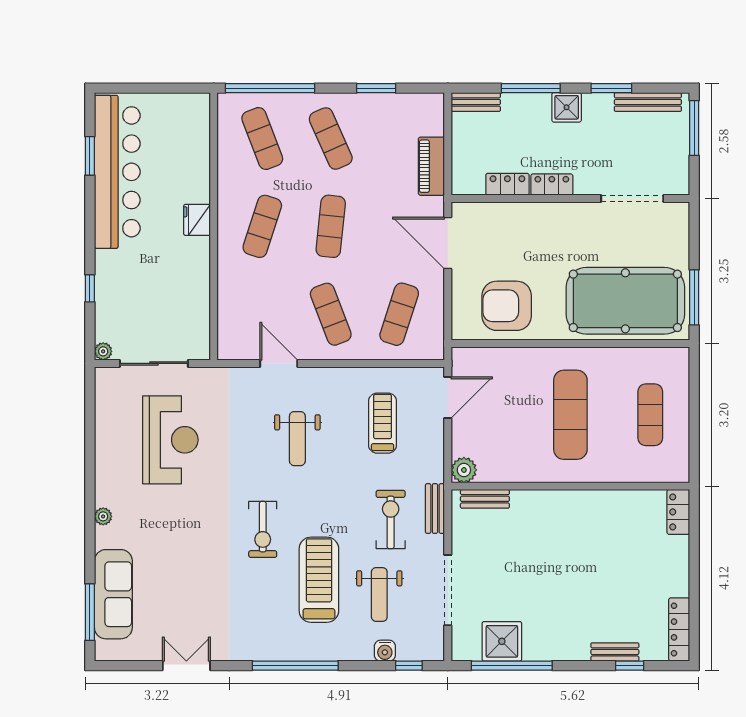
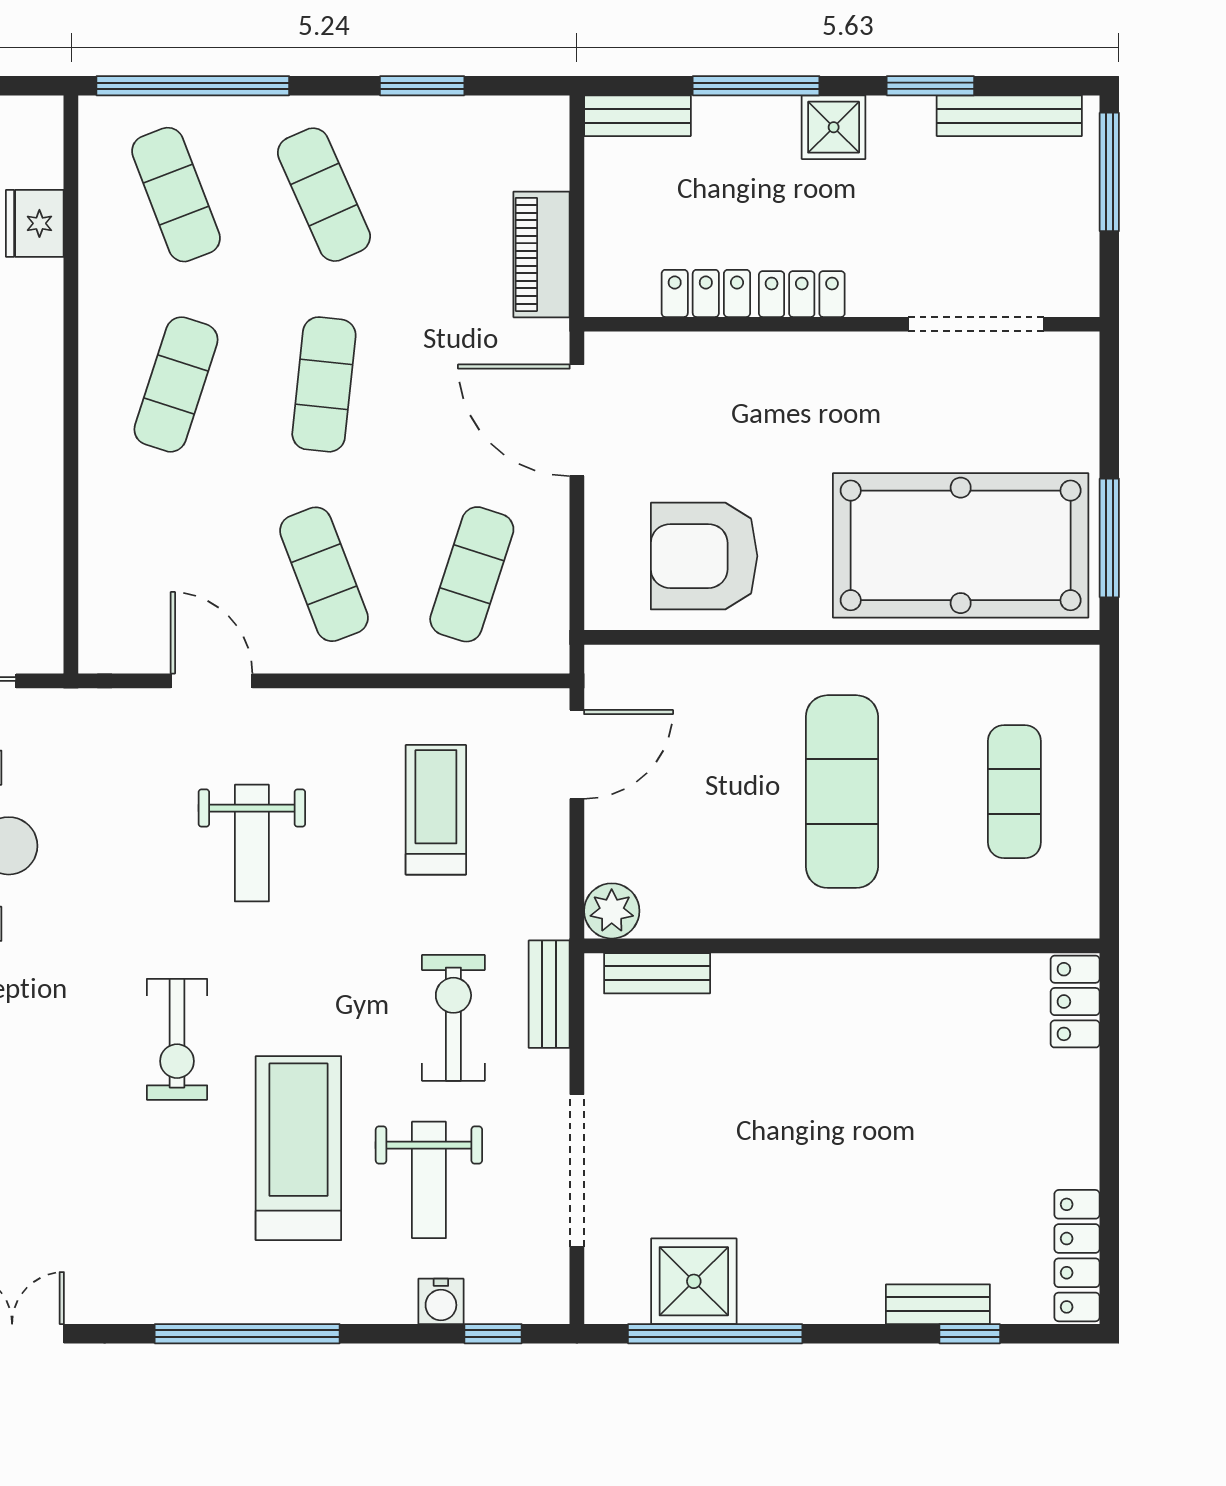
fridge: (197, 220) -> (35, 223), moved

